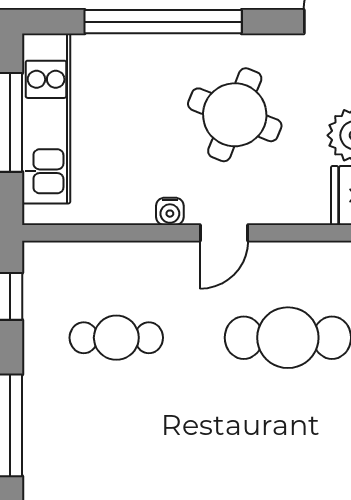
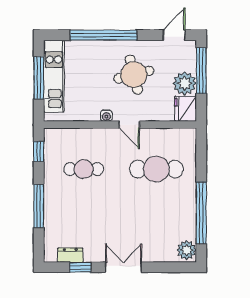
round table: (235, 115) -> (134, 75), turned -36
door: (224, 233) -> (129, 125), hinge flipped

